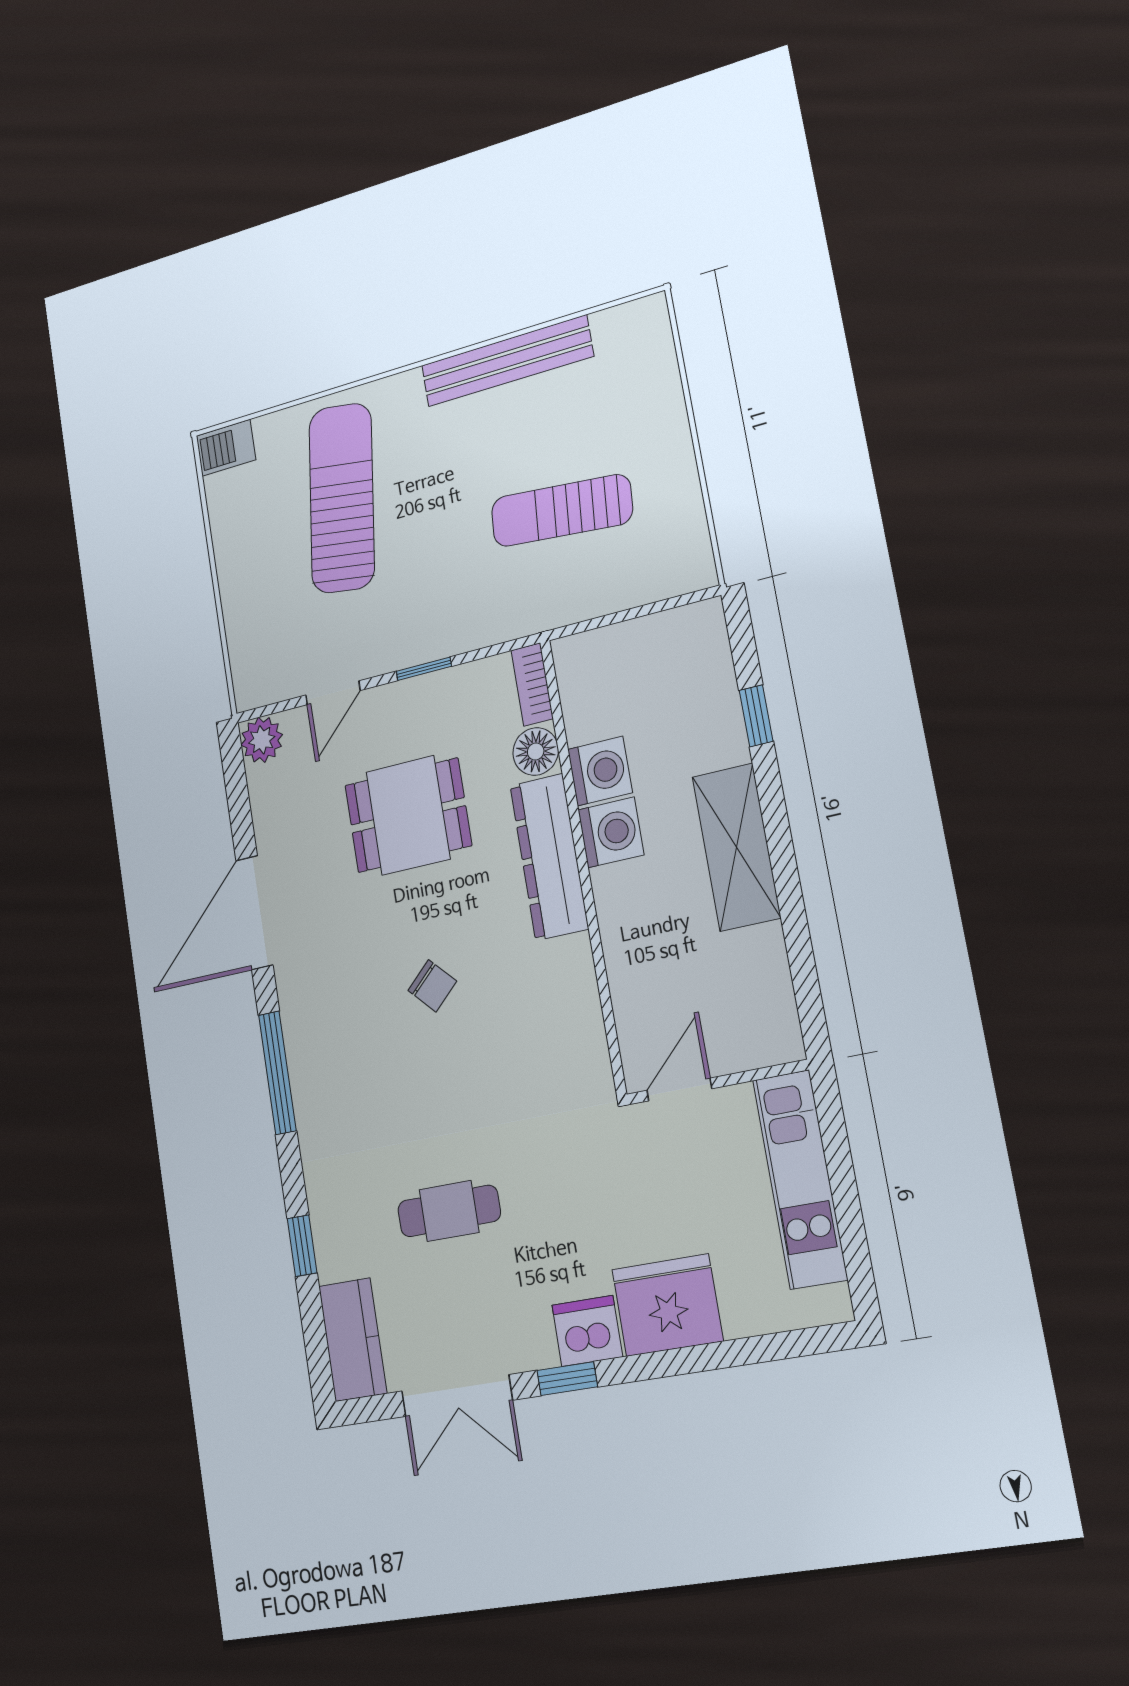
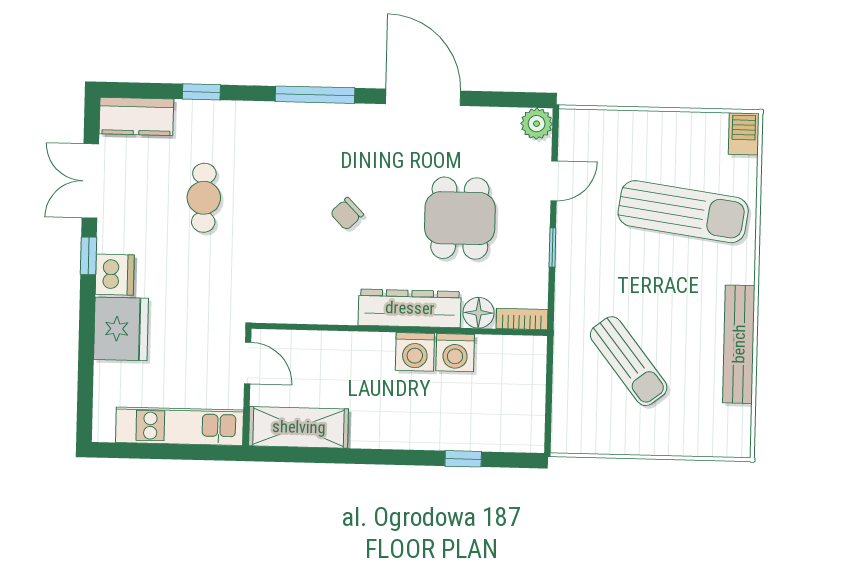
sun lounger: (562, 511) -> (629, 361), turned 137
door: (333, 693) -> (554, 181), swing flipped
shelving: (736, 847) -> (299, 427), moved

